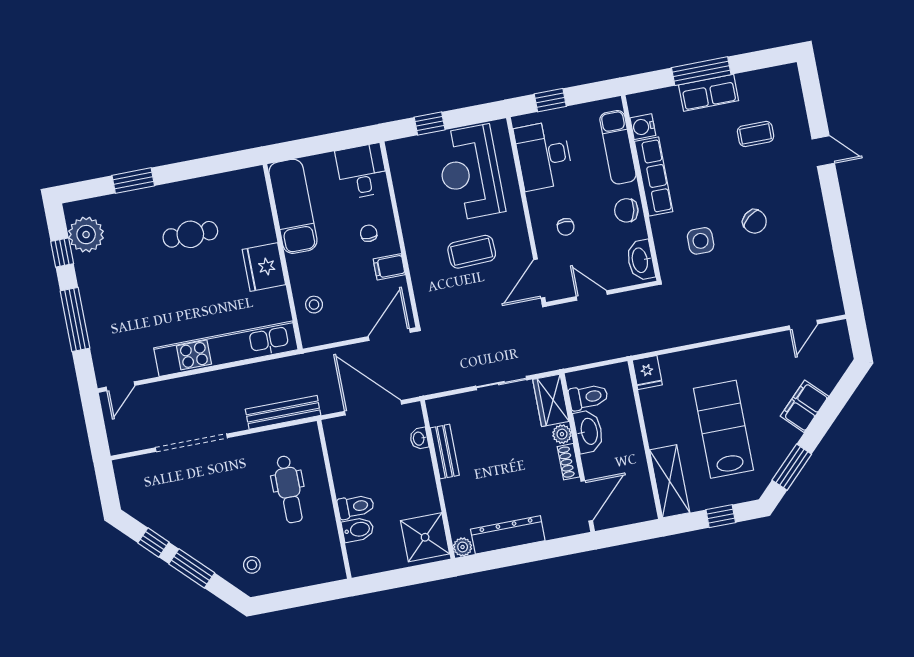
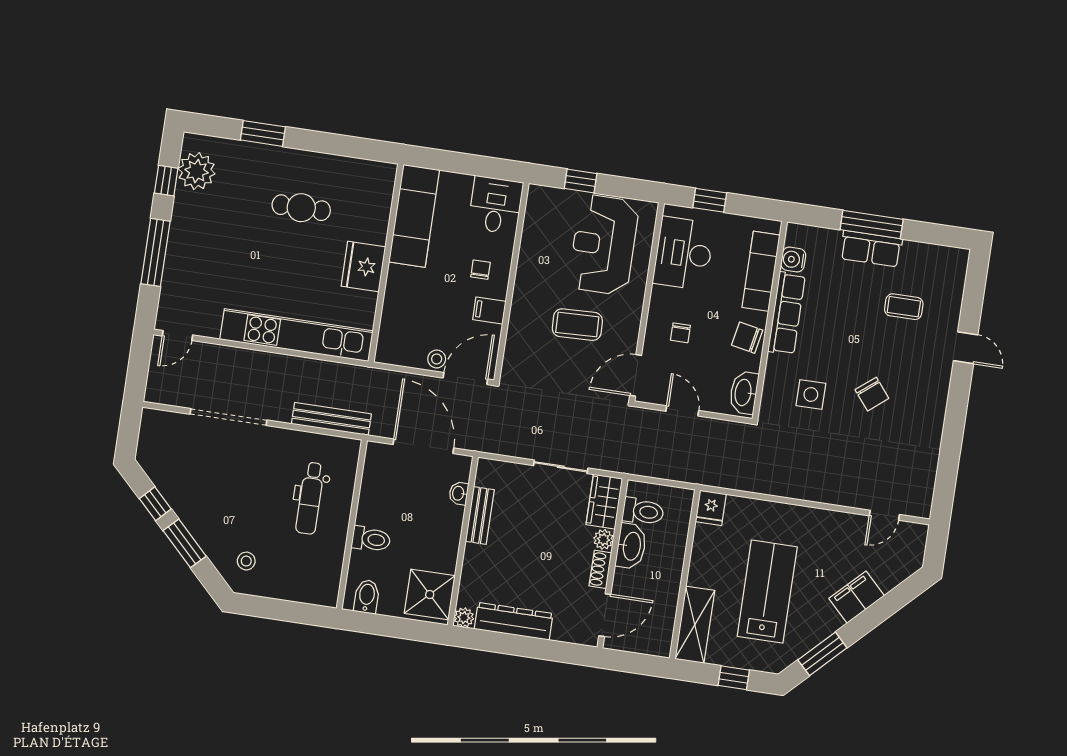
stool: (314, 305) -> (437, 359), moved
bidet: (358, 530) -> (367, 597), moved, turned -90

